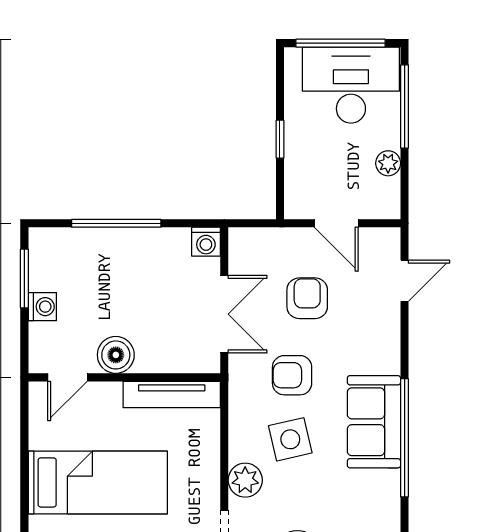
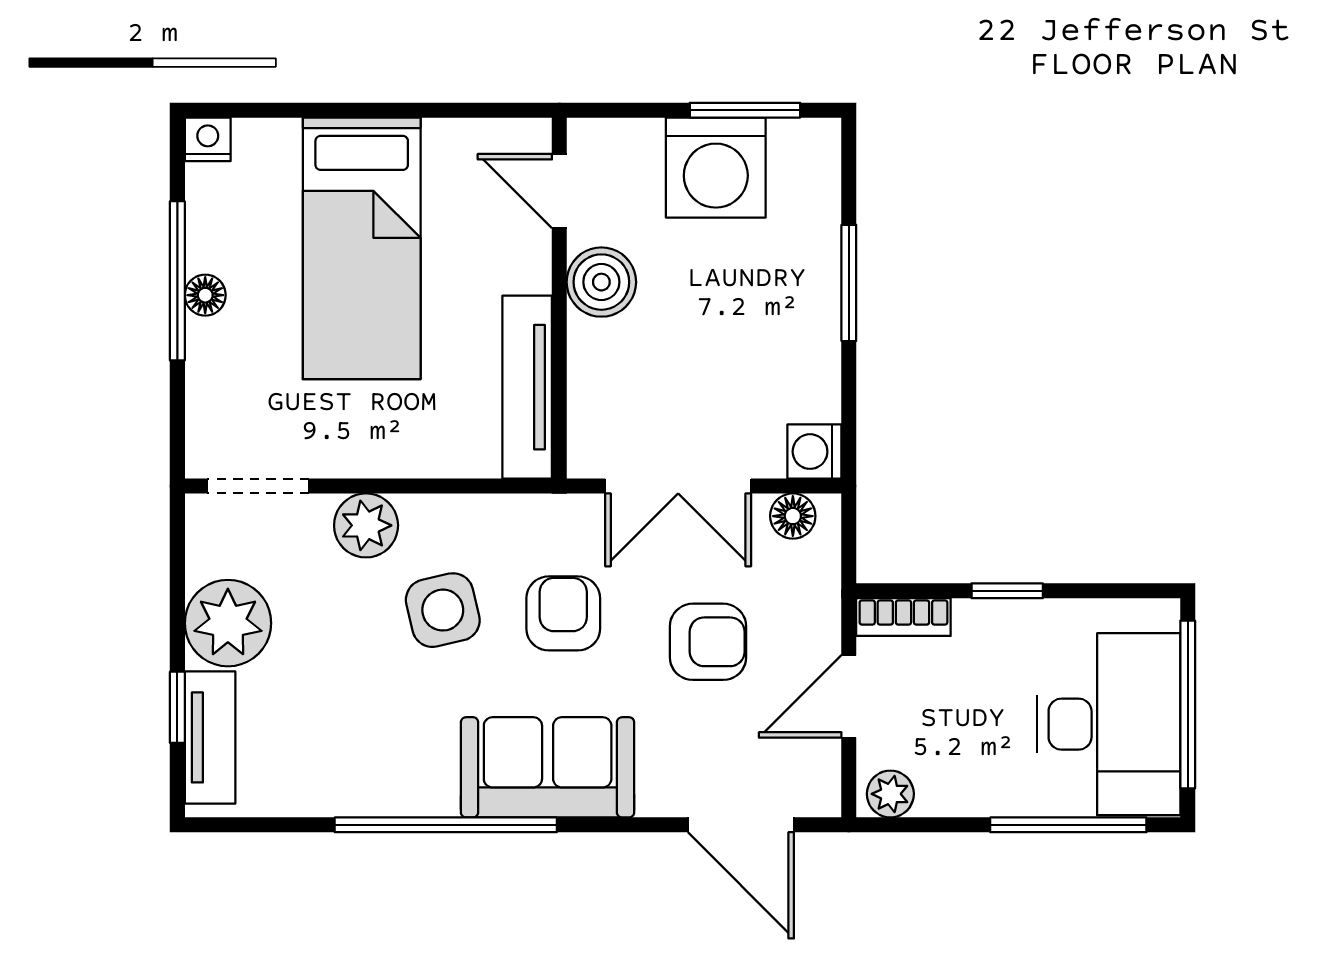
plant: (388, 163) -> (890, 794), moved
bookcase: (294, 194) -> (903, 617), added
window: (116, 223) -> (849, 283), width x0.69
floor lamp: (240, 253) -> (793, 516), added
door: (405, 281) -> (741, 825), width x1.38
washing machine: (42, 307) -> (716, 168), width x1.89, depth x1.89
sofa: (374, 422) -> (548, 767), moved

